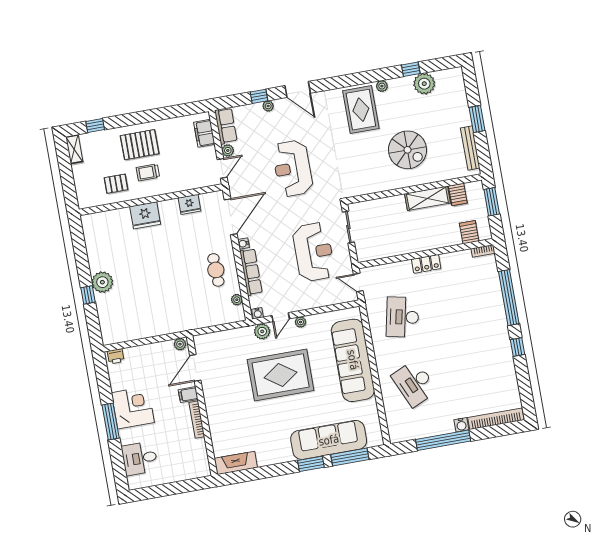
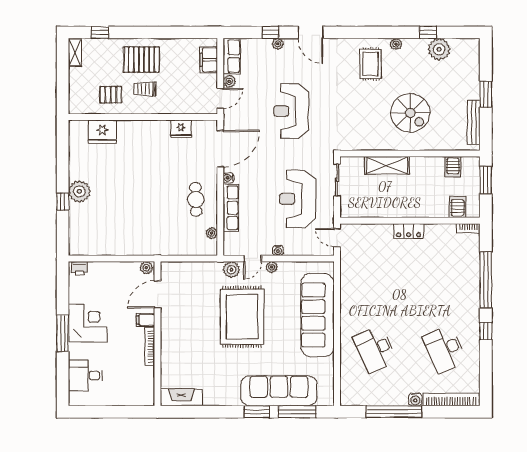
rug: (361, 110) -> (371, 64), width x0.73, depth x0.70
shelving: (427, 198) -> (387, 165), moved
fridge: (145, 215) -> (102, 132), moved
reception desk: (314, 252) -> (297, 199), turned 180
water cooler: (258, 313) -> (278, 250), moved
desk: (403, 317) -> (445, 349), moved, turned -36
rug: (281, 375) -> (242, 317), turned 90

